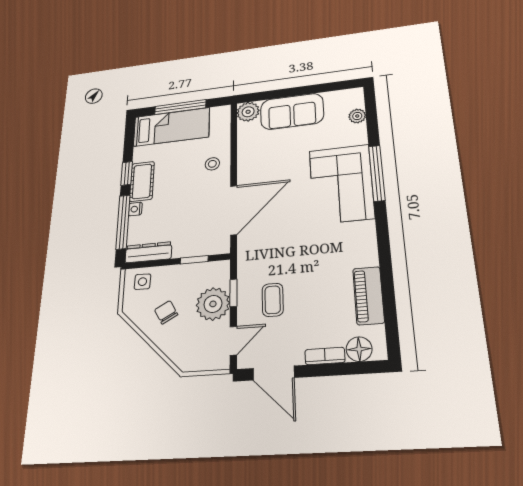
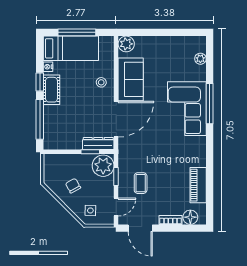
sofa: (292, 111) -> (131, 79), moved, turned -90
nightstand: (135, 209) -> (48, 67), moved
dresser: (148, 252) -> (98, 144), moved
side table: (142, 282) -> (90, 210), moved
plant: (213, 304) -> (103, 166), moved

